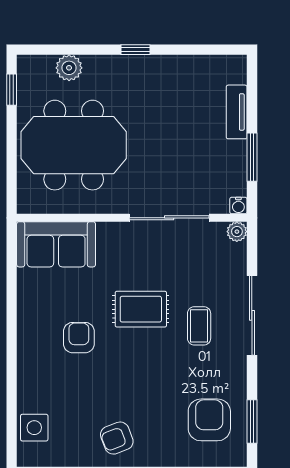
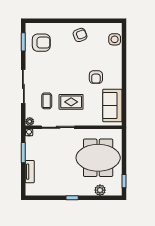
sofa: (56, 244) -> (112, 105), moved, turned -90
rug: (141, 309) -> (71, 102), moved
coffee table: (199, 326) -> (47, 101), moved
armchair: (209, 420) -> (41, 43), turned -90

